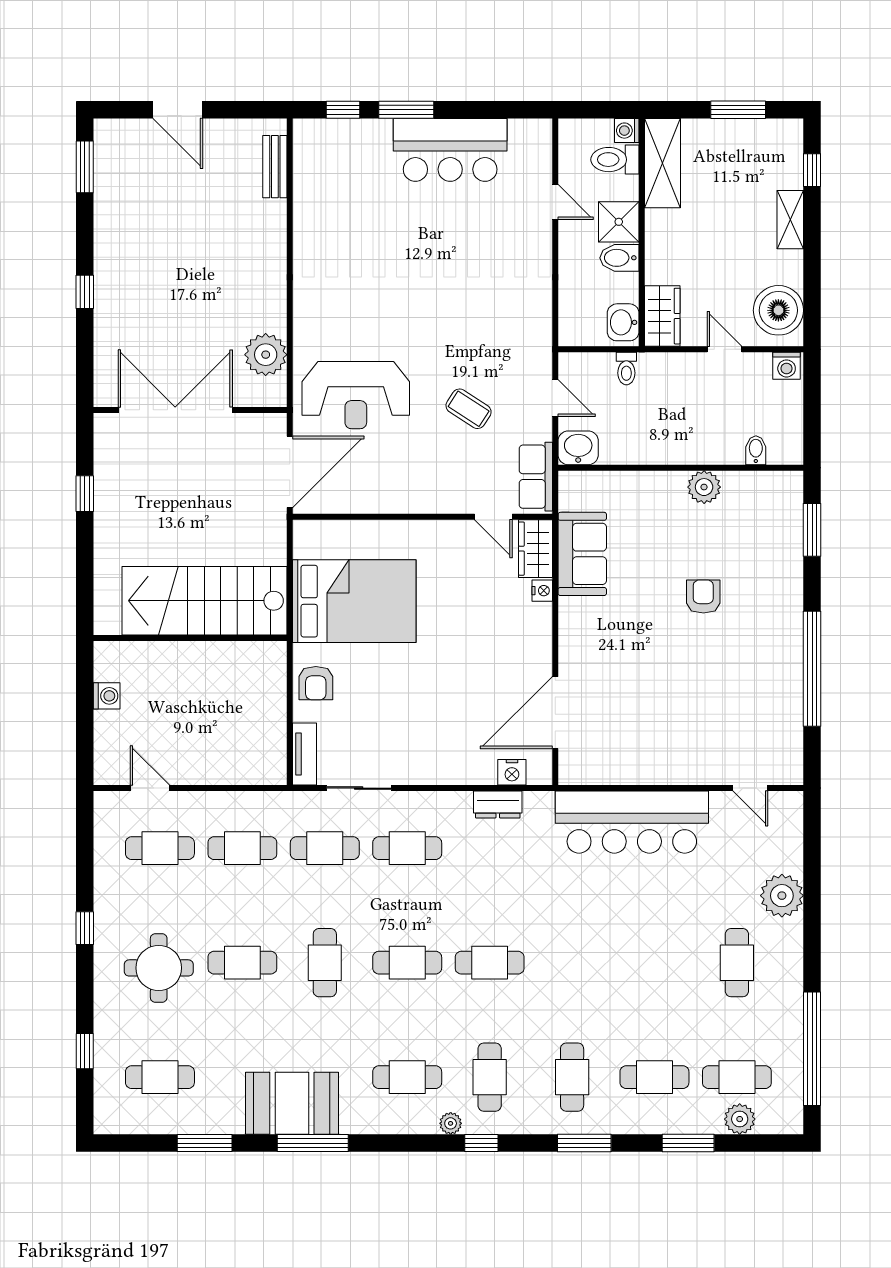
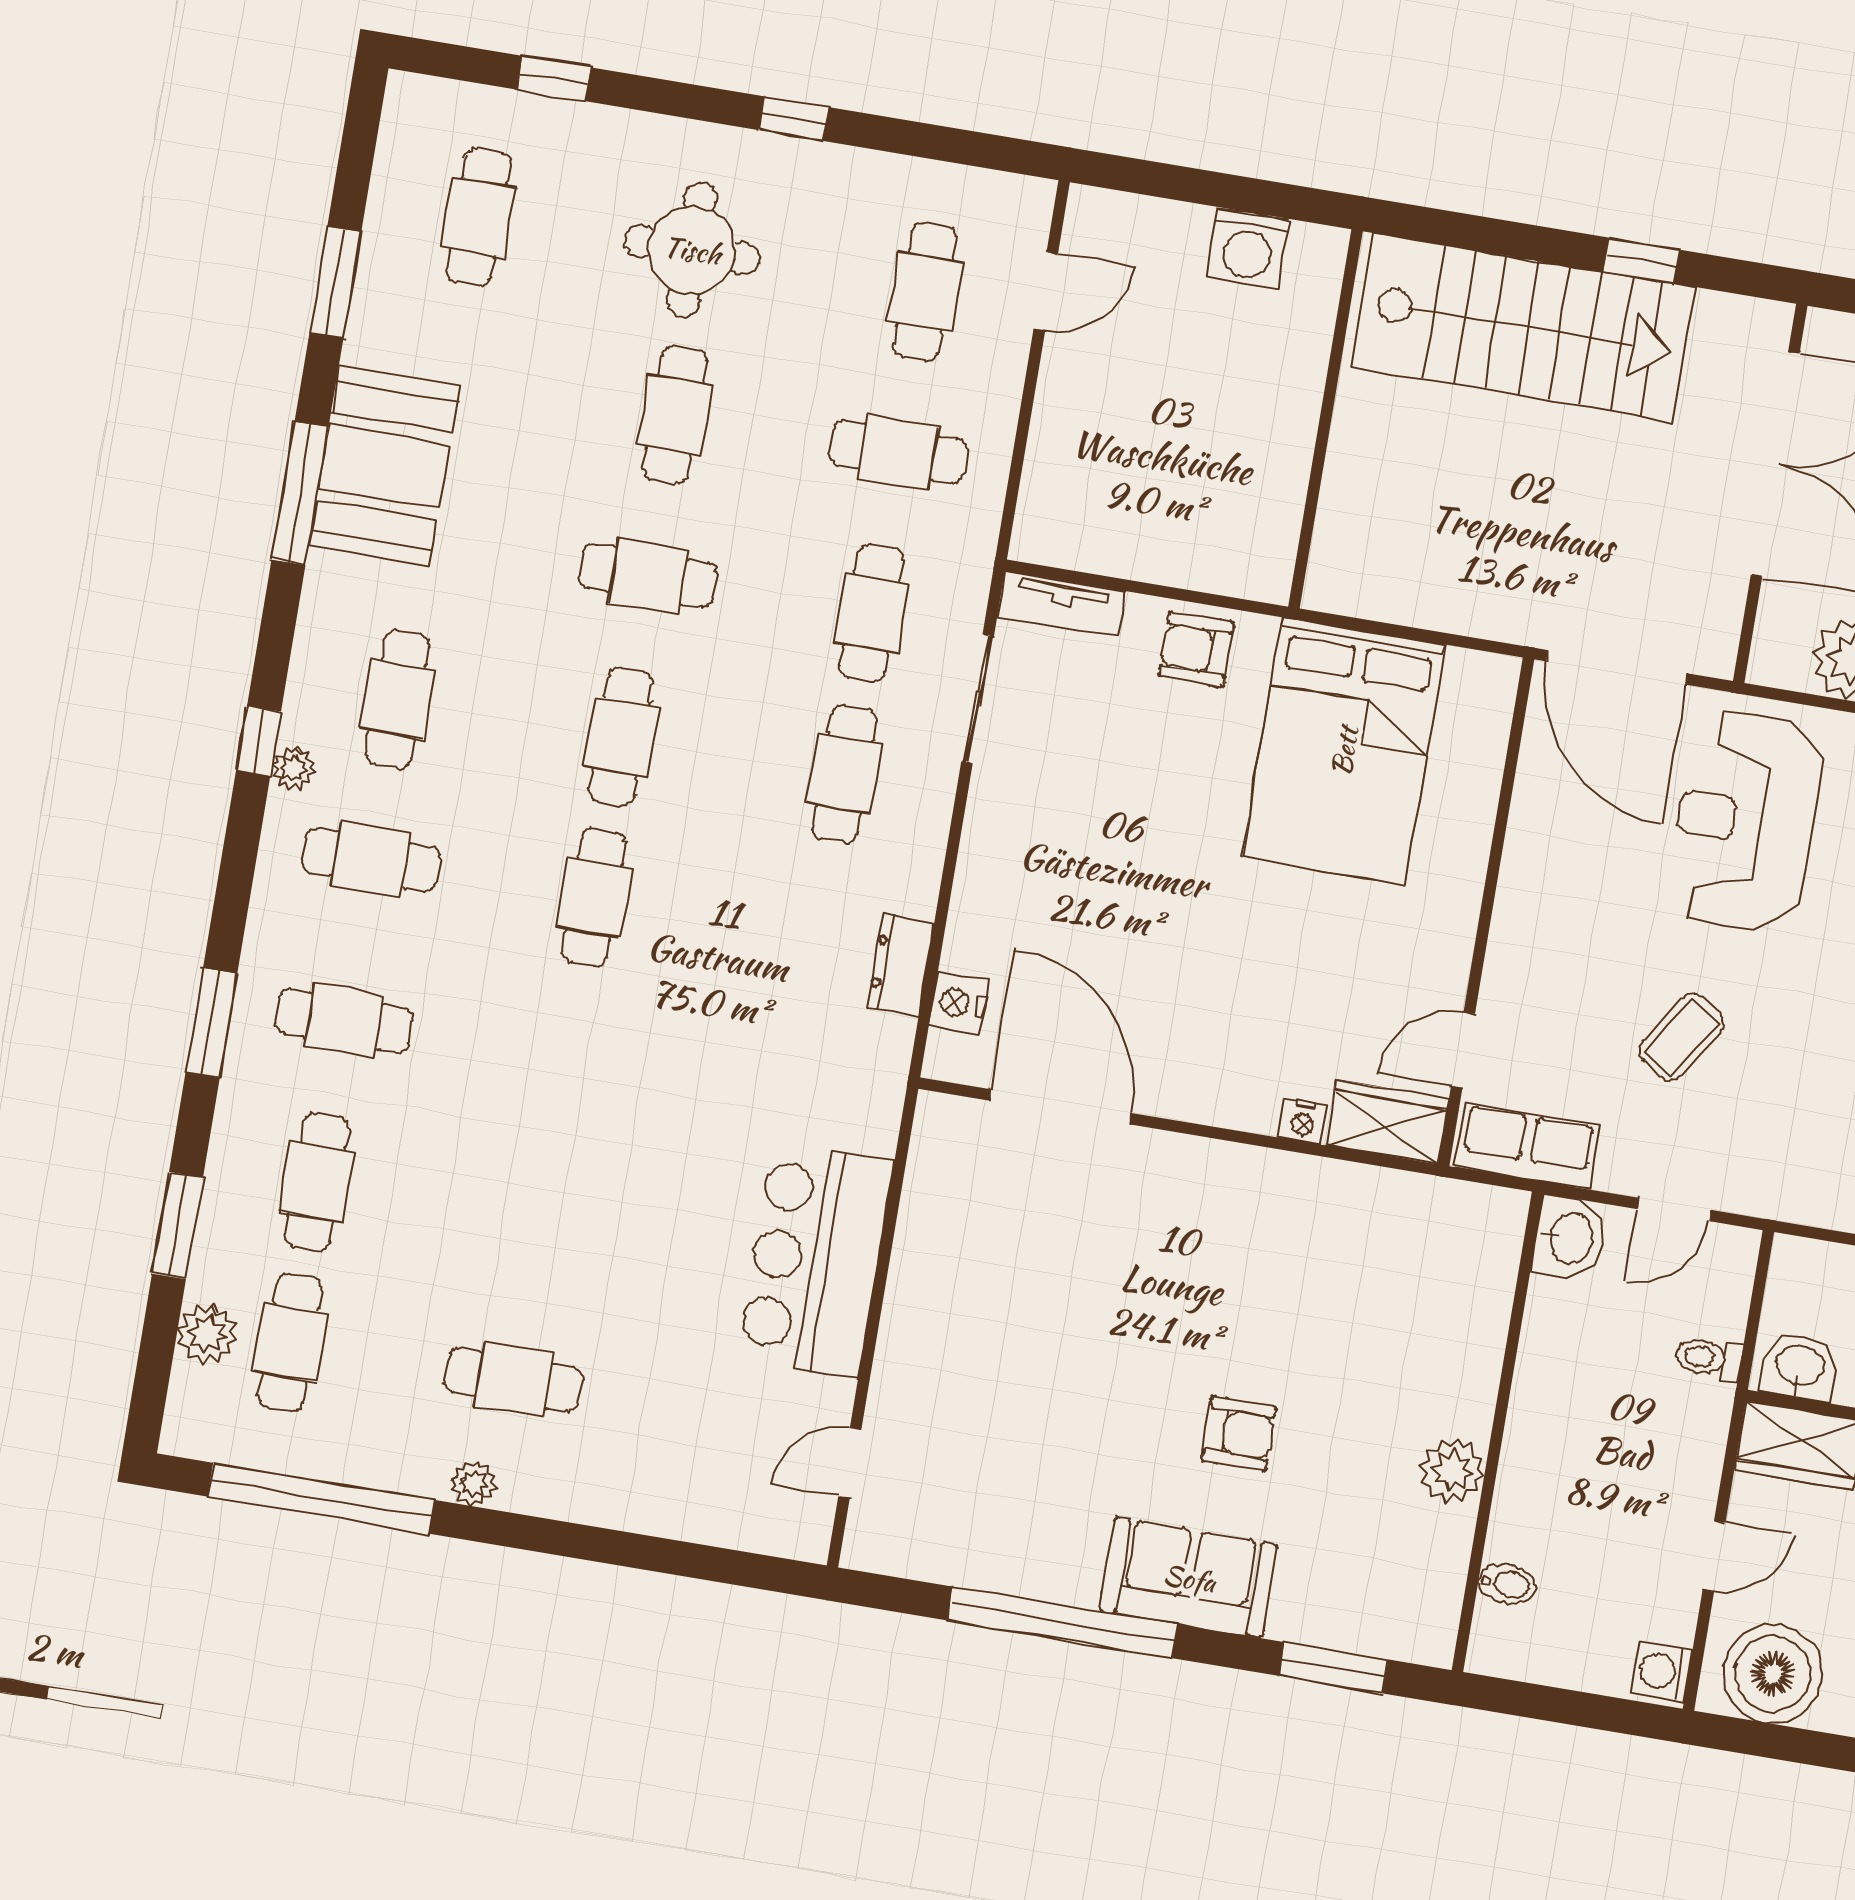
sofa: (582, 554) -> (1189, 1578), moved, turned 180
stairs: (204, 601) -> (1523, 327), moved, turned 90
washing machine: (107, 696) -> (1248, 249), width x1.38, depth x1.38
bar counter: (632, 822) -> (815, 1260), width x0.73
cafe table: (242, 848) -> (898, 452), turned 90
plant: (782, 896) -> (473, 1483), moved, width x0.53, depth x0.53
window: (481, 1143) -> (259, 741), moved

